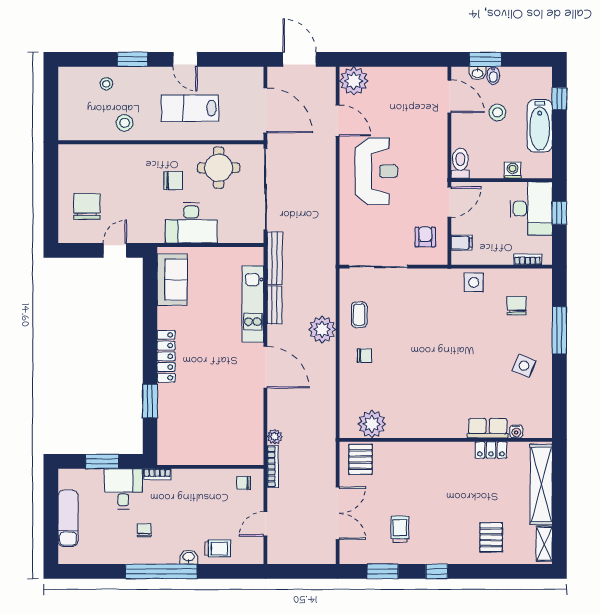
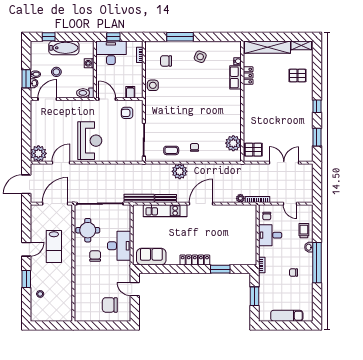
stool: (125, 123) -> (62, 284), removed
reception desk: (376, 171) -> (90, 141), turned 90
desk: (123, 489) -> (270, 235), moved
trolley: (400, 529) -> (293, 127), removed

